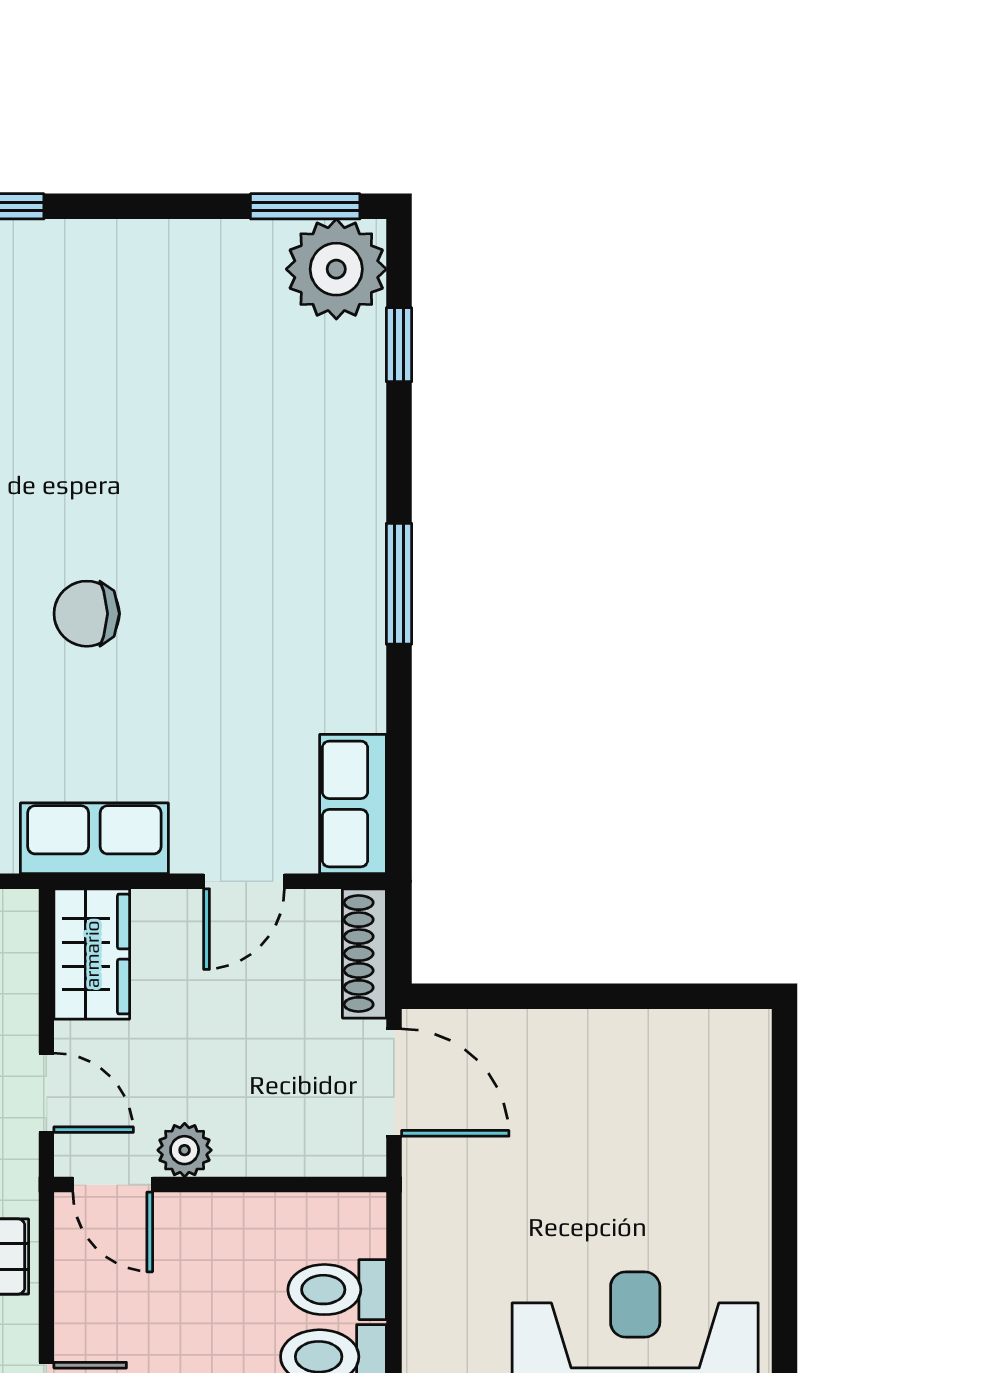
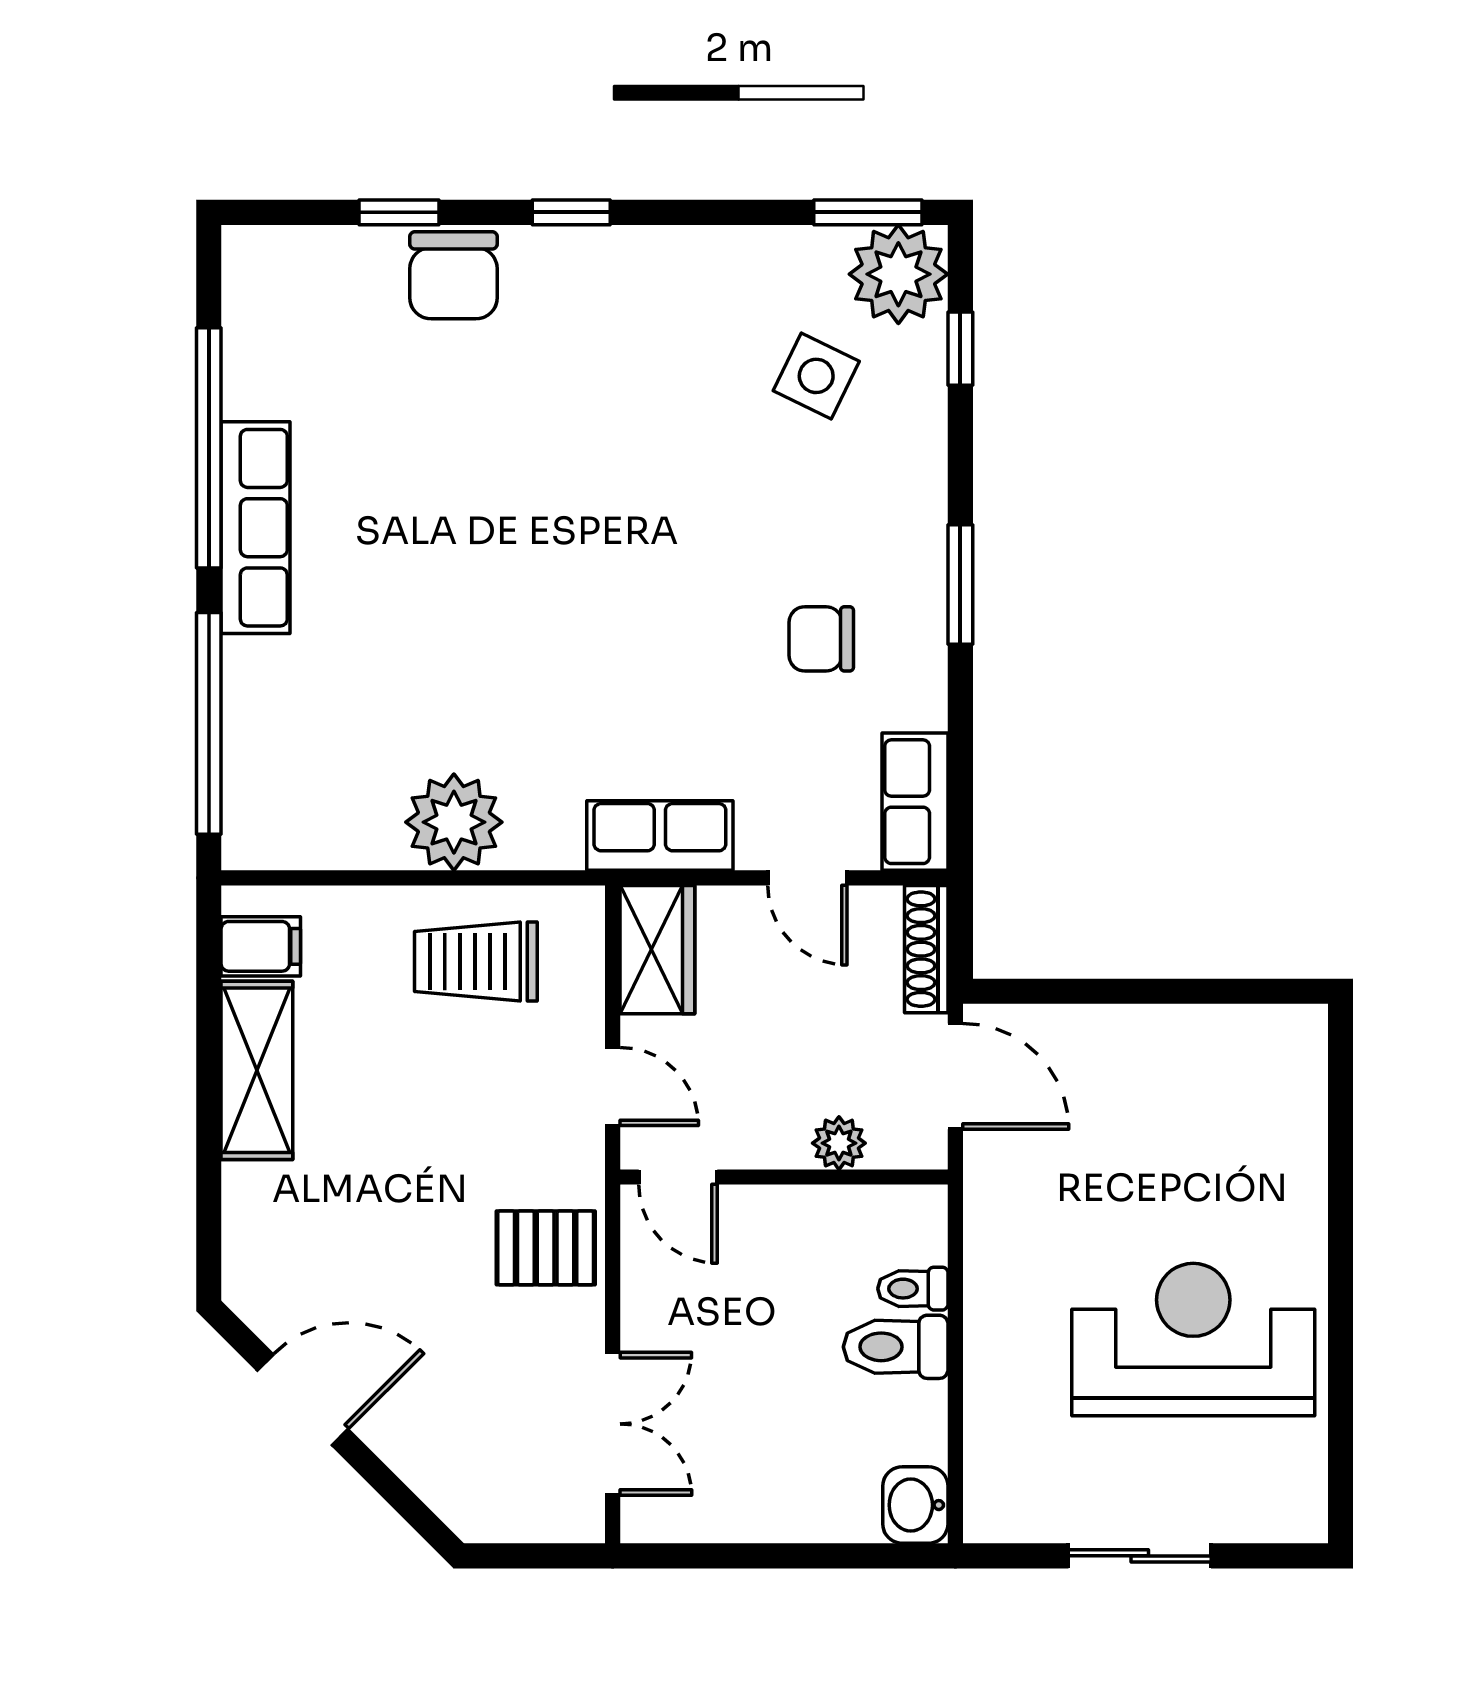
side table: (253, 372) -> (816, 376), added
chair: (87, 614) -> (821, 639), moved
door: (244, 881) -> (807, 878), hinge flipped
plant: (185, 1150) -> (839, 1143), moved
toilet: (337, 1290) -> (913, 1289), width x0.73, depth x0.72

